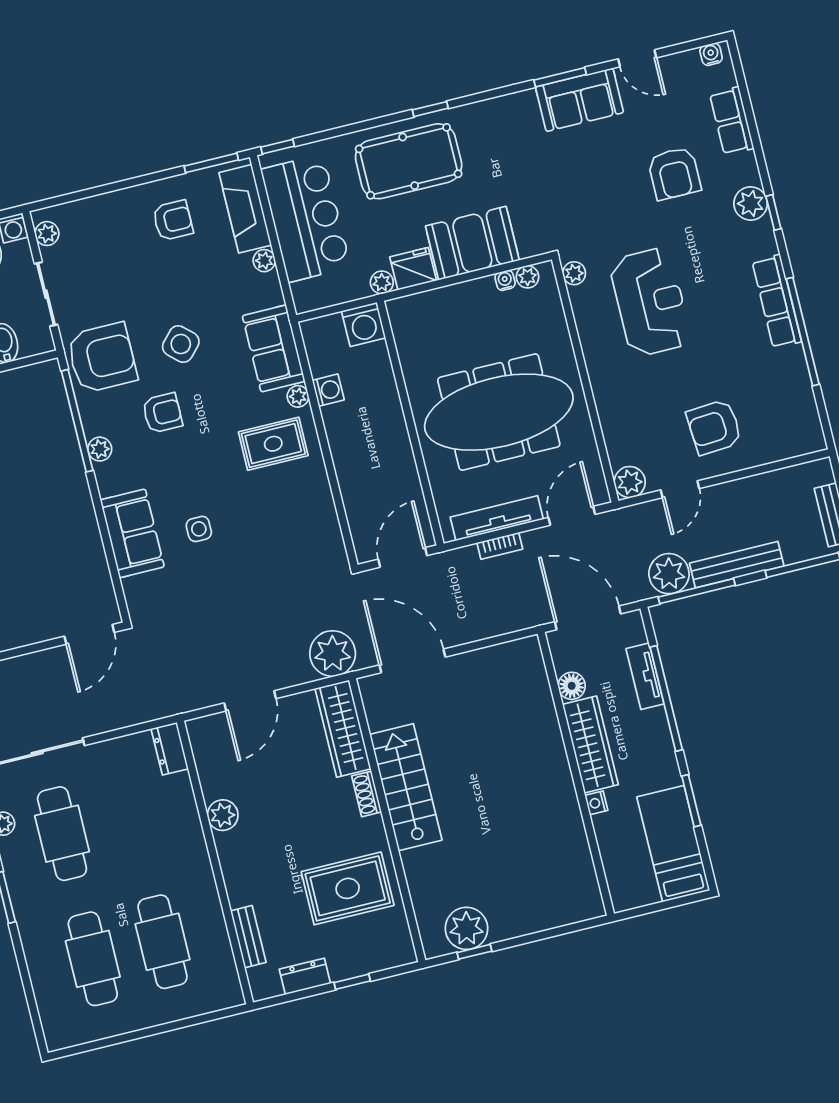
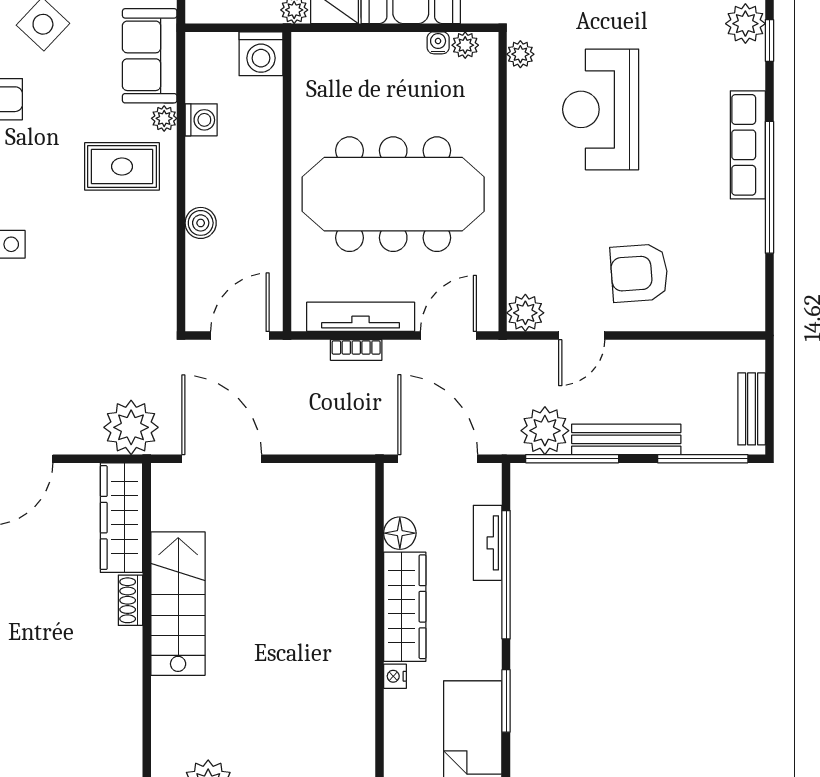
reception desk: (650, 302) -> (601, 109), turned 180
boiler: (348, 474) -> (201, 223), added
rug: (348, 888) -> (81, 705), removed

